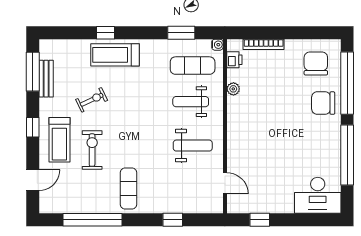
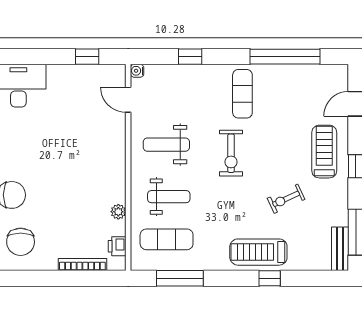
window: (181, 33) -> (180, 278), width x1.44
water cooler: (217, 45) -> (137, 71), moved
treadmill: (115, 55) -> (258, 252), turned 180
bench: (46, 79) -> (340, 249), moved
exercise bike: (92, 150) -> (231, 153), moved

